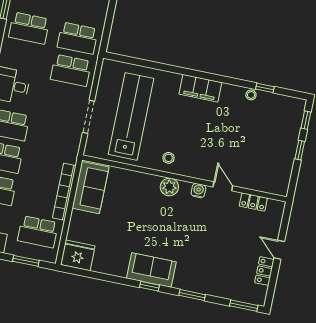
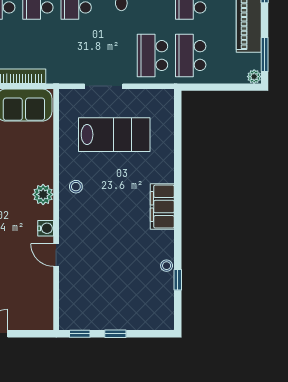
lab bench: (131, 116) -> (114, 135), width x0.73
window: (306, 120) -> (80, 334), moved
door: (223, 186) -> (56, 255), swing flipped
locker: (253, 202) -> (45, 293), removed

